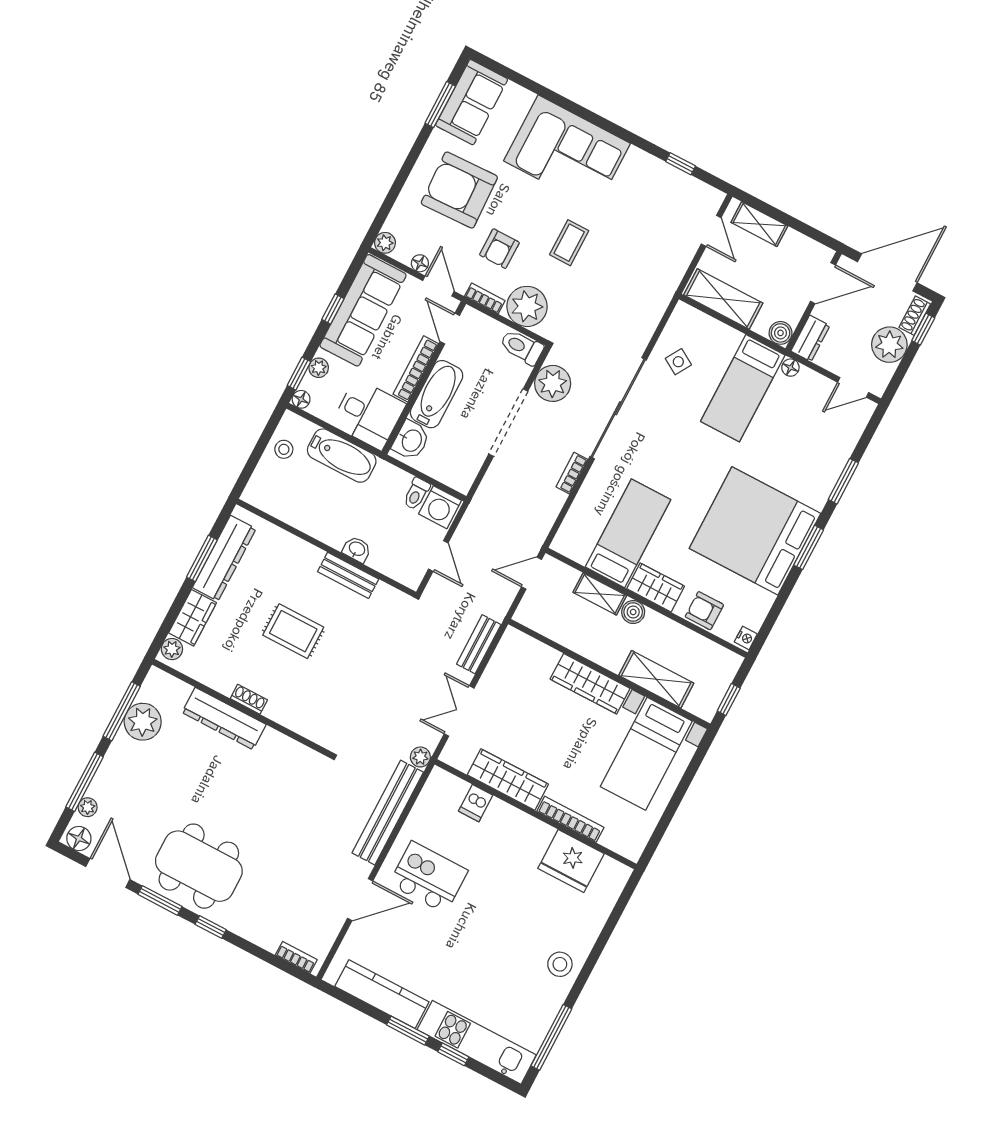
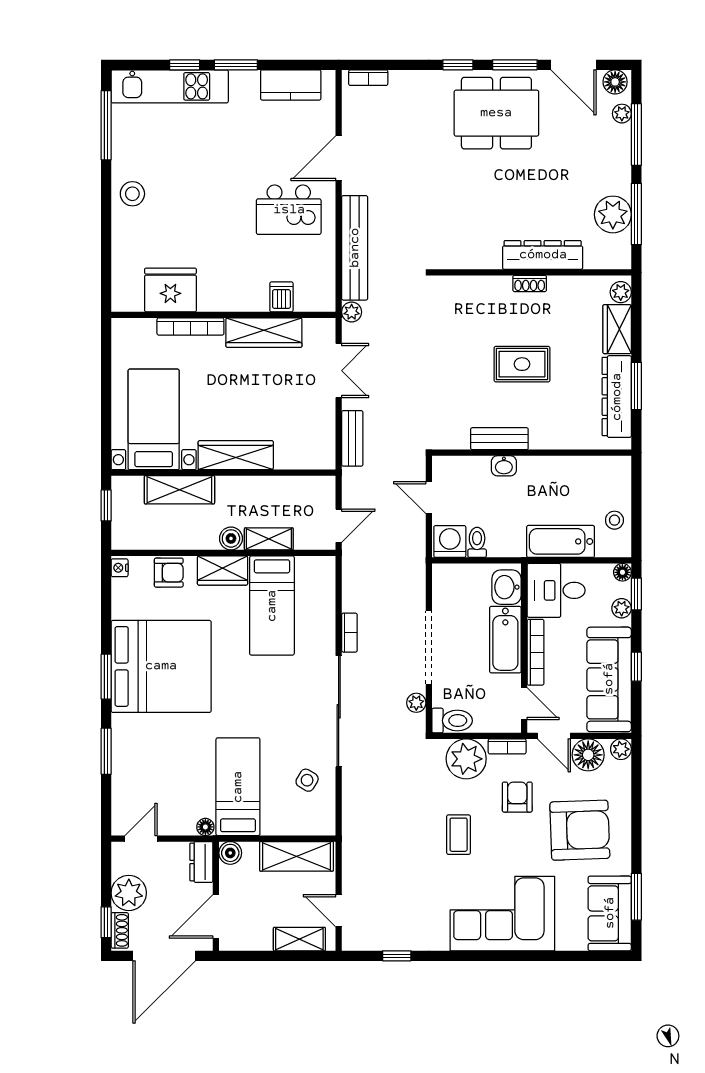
floor lamp: (420, 263) -> (588, 755), width x1.89, depth x1.89
plant: (553, 383) -> (416, 703), width x0.53, depth x0.53
kitchen counter: (382, 994) -> (291, 85), width x0.67

